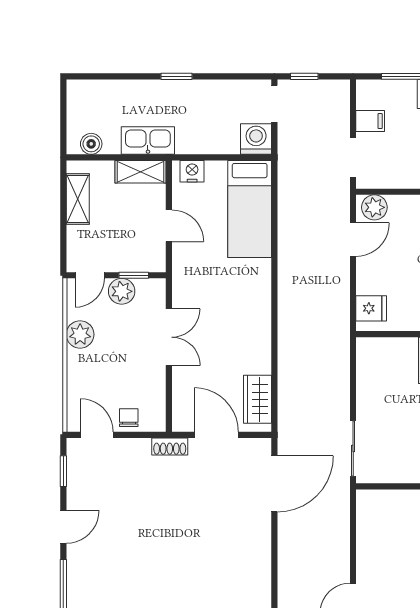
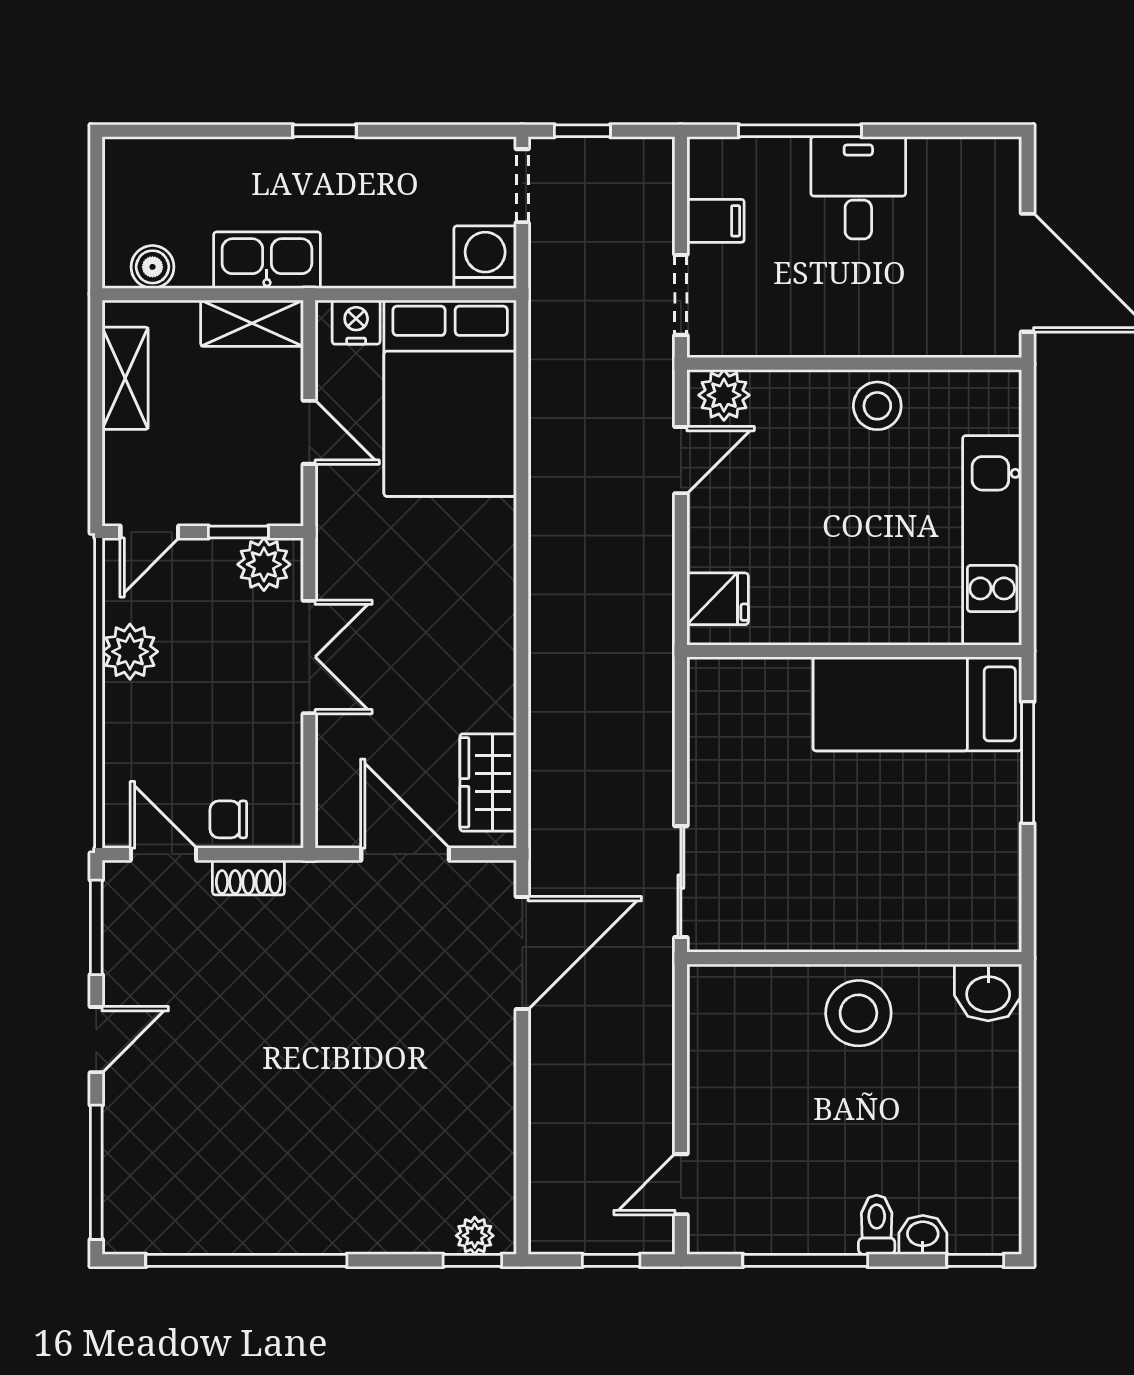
bed: (250, 209) -> (450, 398), width x1.50
plant: (122, 291) -> (264, 564), moved
chair: (129, 418) -> (228, 819), turned -90
shoe rack: (170, 446) -> (248, 877), moved
window: (63, 471) -> (96, 927), width x1.50

